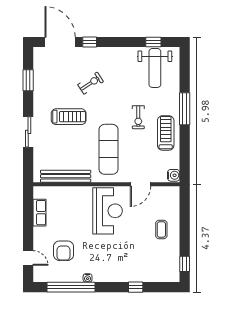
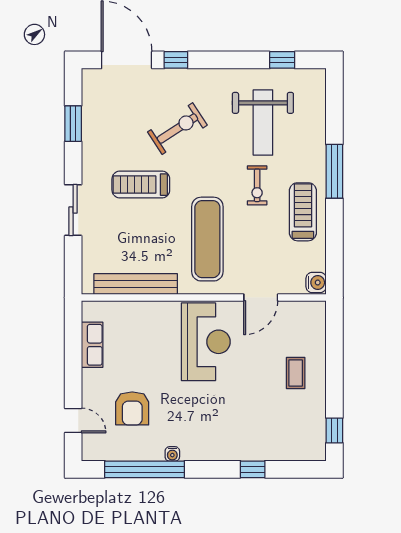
weight bench: (155, 68) -> (263, 122), moved
exercise bike: (91, 83) -> (177, 129), width x1.38, depth x1.39
treadmill: (69, 117) -> (141, 185), turned 180

